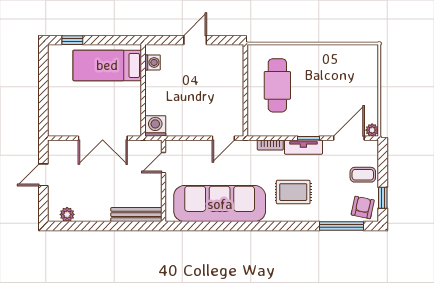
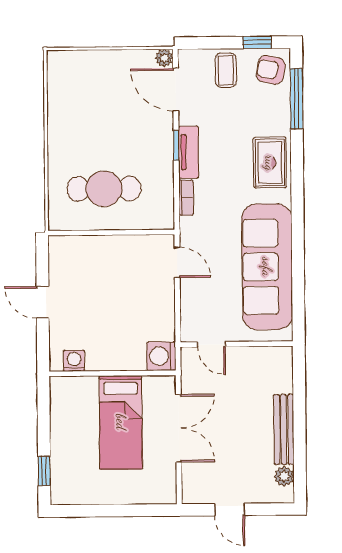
bed: (107, 65) -> (121, 422), moved
rug: (293, 192) -> (270, 163), moved
bench: (136, 215) -> (284, 429), moved

